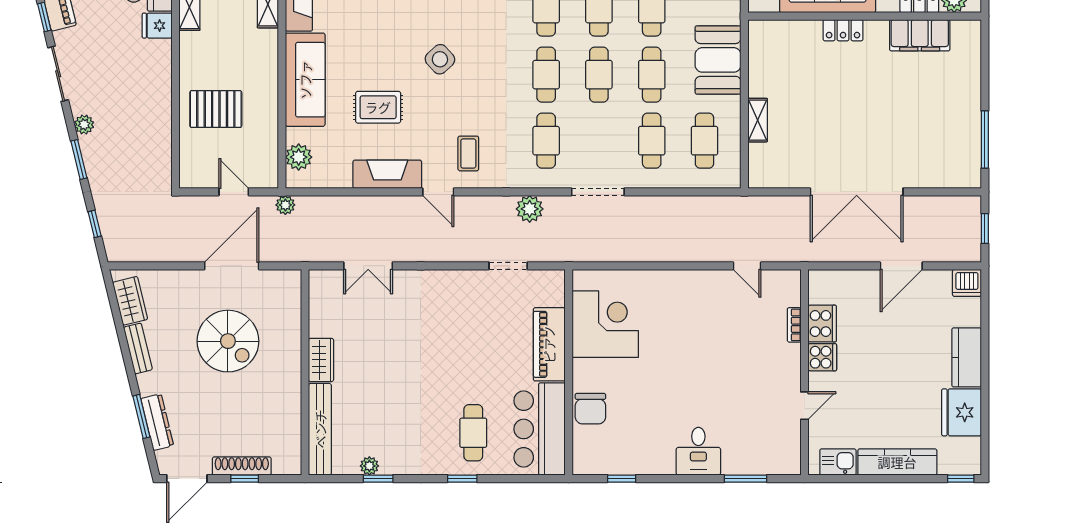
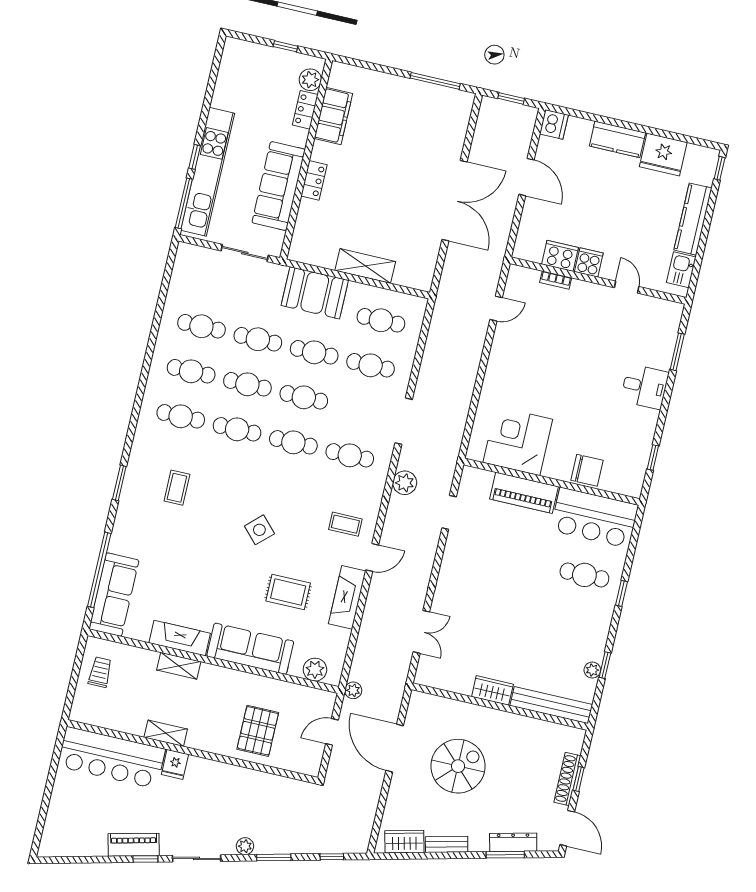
rug: (378, 107) -> (288, 592), turned 90
shelving: (758, 120) -> (365, 266), width x1.50, depth x1.33

